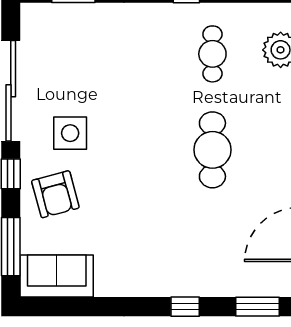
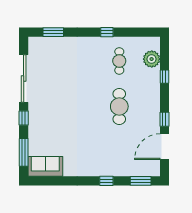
side table: (70, 133) -> (52, 99), removed
armchair: (55, 194) -> (45, 128), removed

